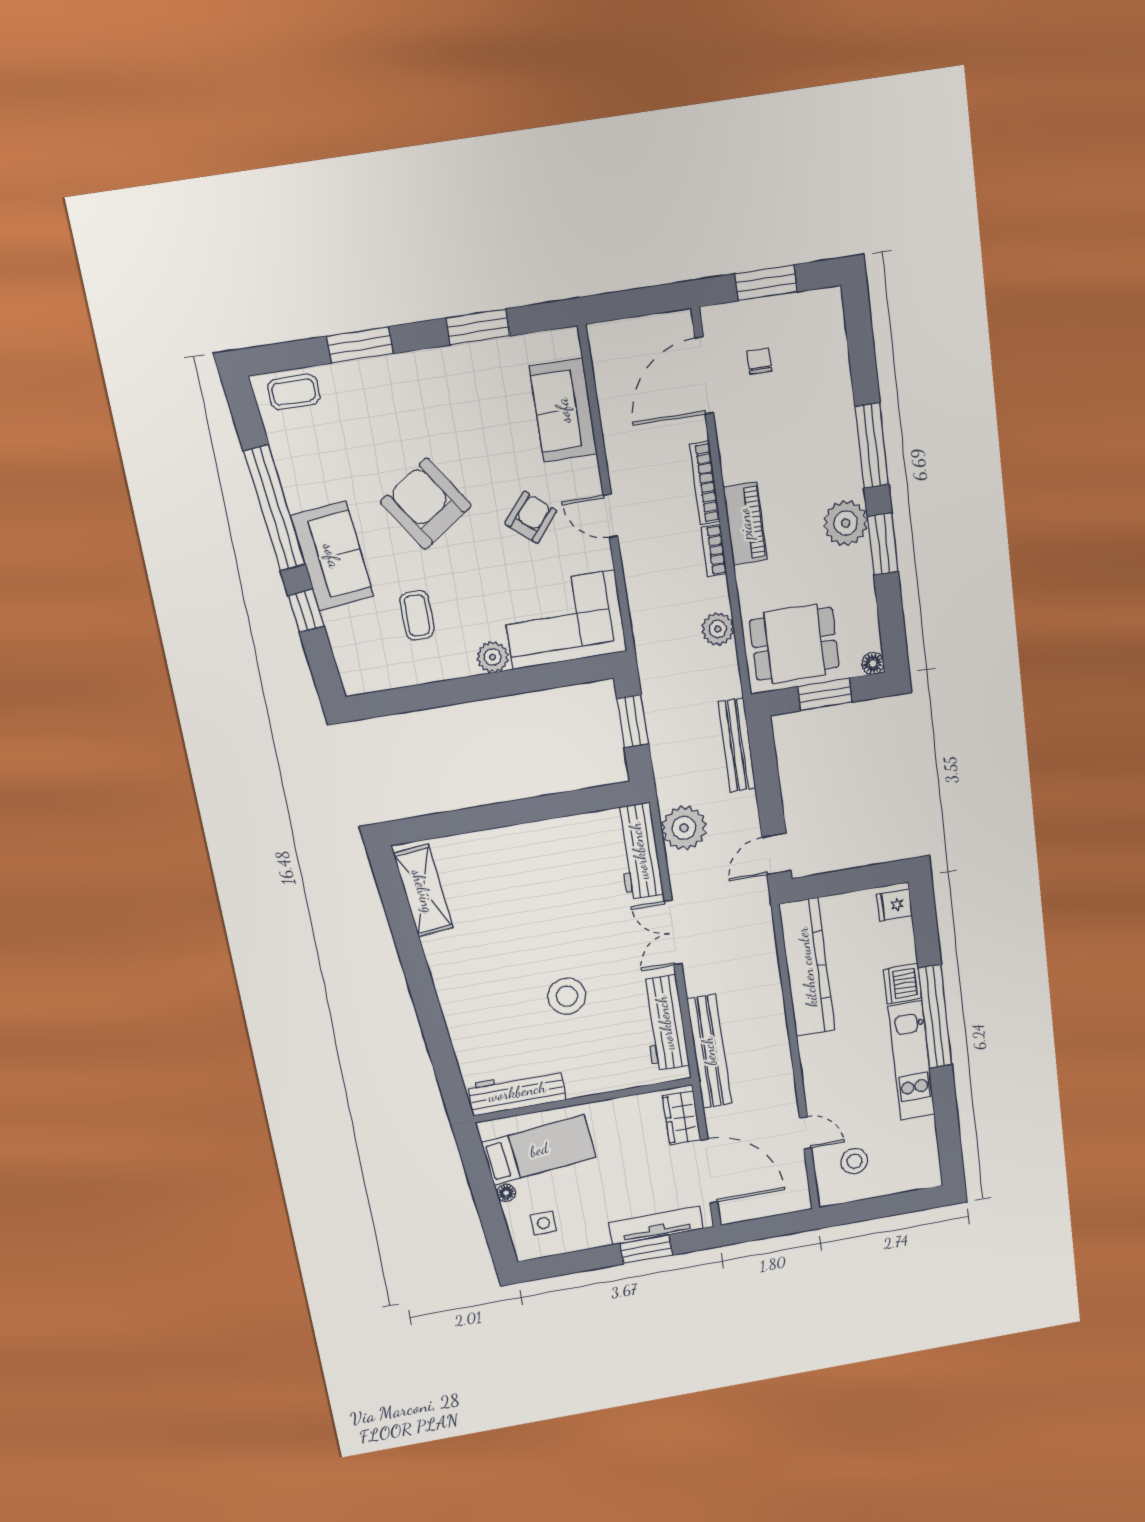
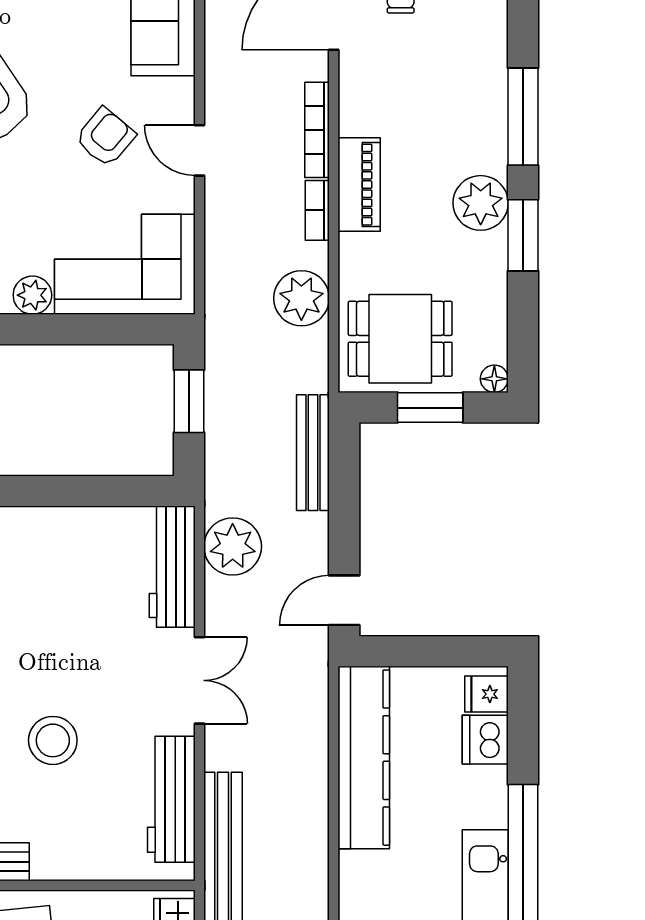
plant: (718, 629) -> (301, 298), width x1.36, depth x1.36
double door: (673, 933) -> (199, 680), swing flipped
dishwasher: (903, 984) -> (485, 740), moved

